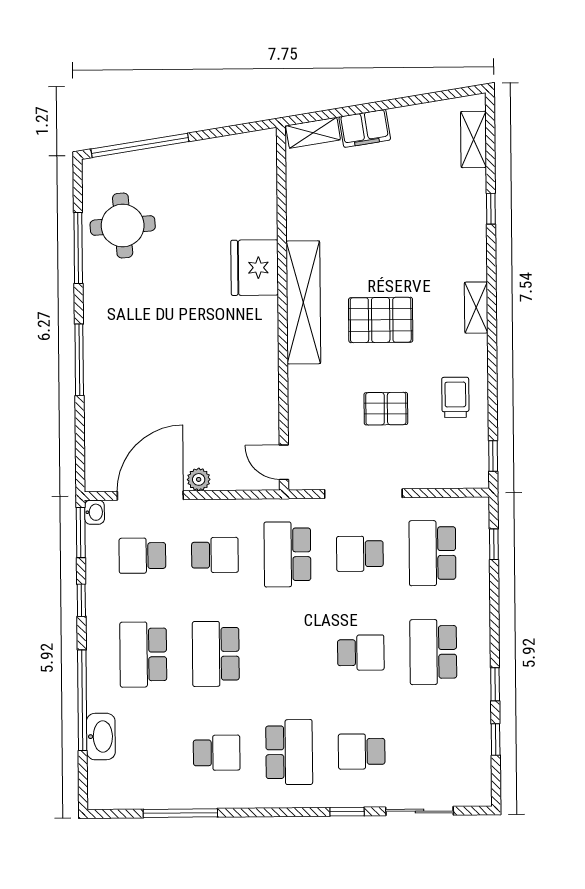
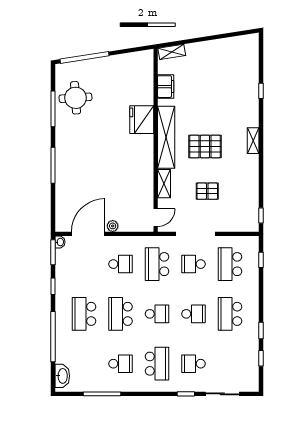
filing cabinet: (365, 128) -> (166, 87), moved, turned -81
shelving: (474, 139) -> (164, 184), moved
trolley: (455, 397) -> (242, 186), removed
door: (284, 462) -> (156, 218), swing flipped
school desk: (142, 556) -> (157, 314), moved, turned 180
washbasin: (101, 737) -> (62, 376), moved

